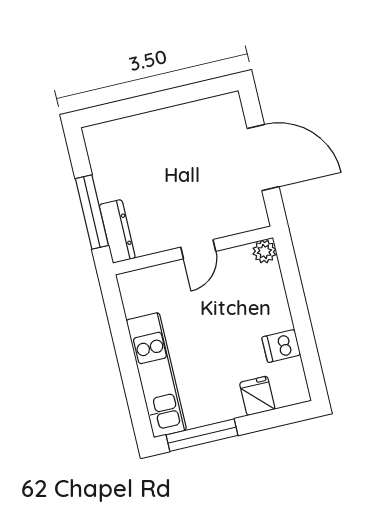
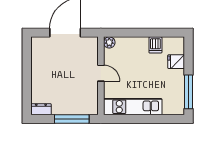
dresser: (117, 231) -> (41, 109), moved, width x0.70
kitchen unit: (156, 375) -> (133, 107), moved

